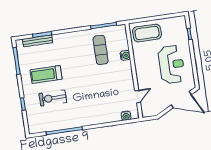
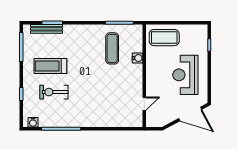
reception desk: (171, 65) -> (185, 75), turned 180
water cooler: (126, 116) -> (33, 122), moved

